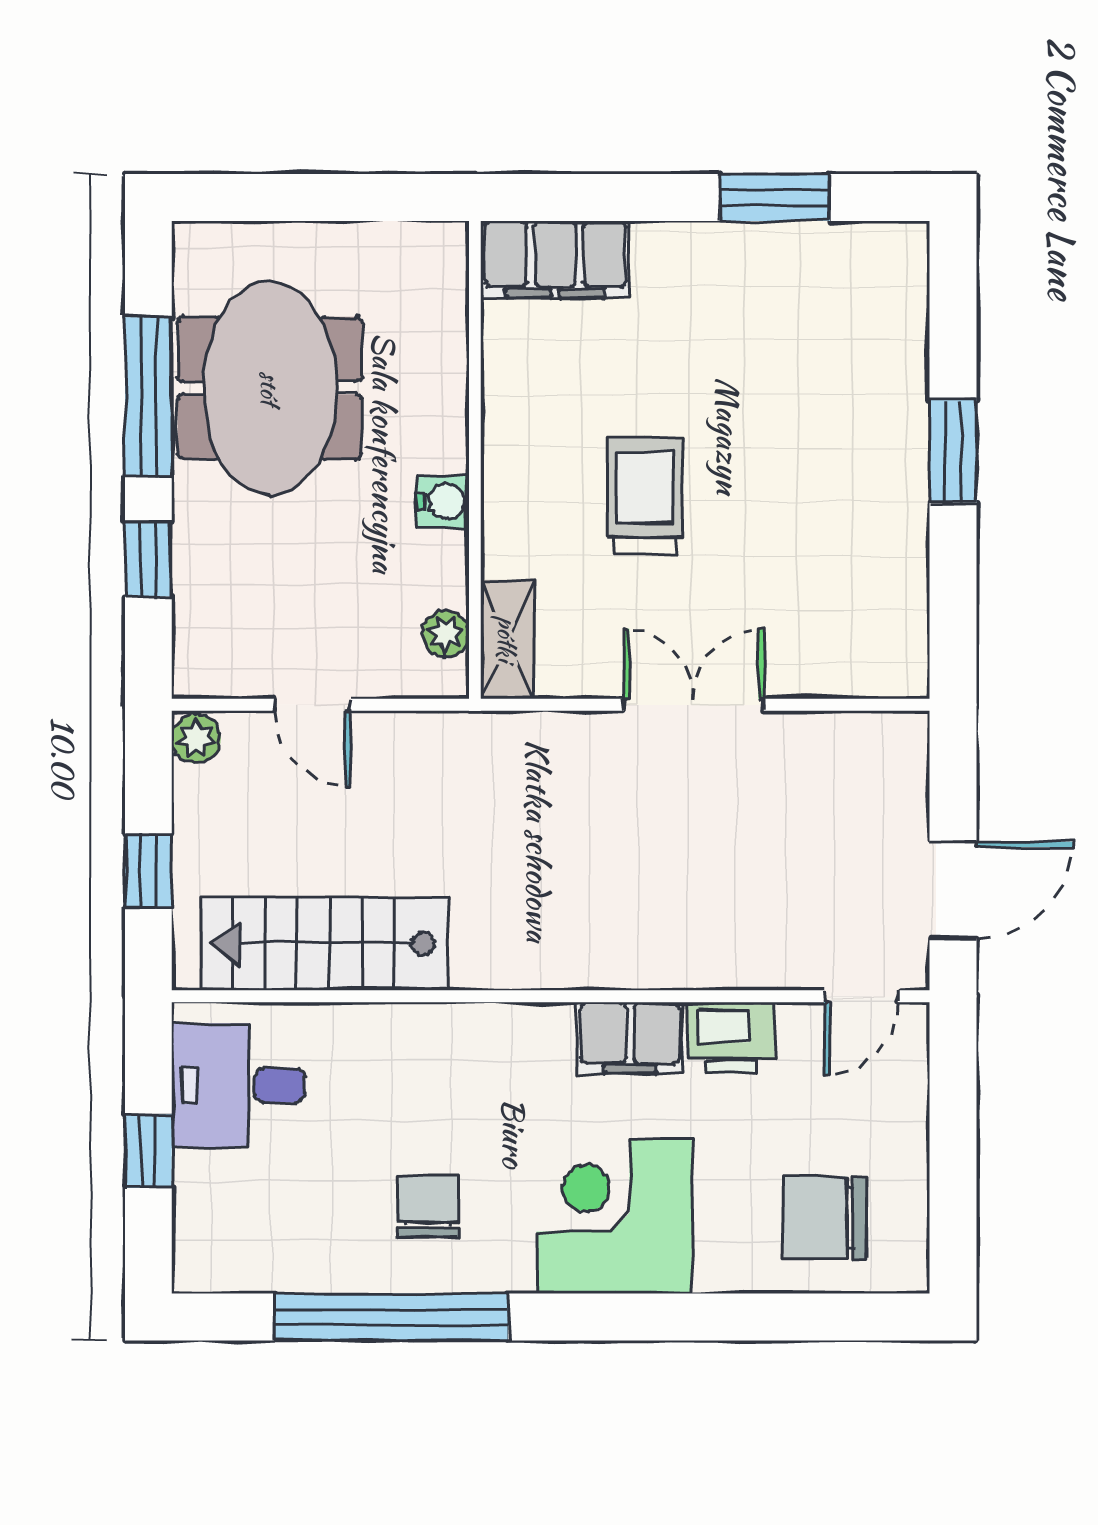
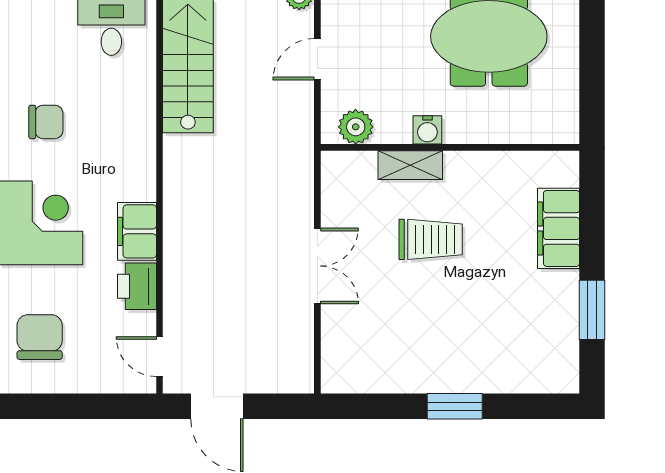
filing cabinet: (555, 259) -> (559, 228), moved
plant: (446, 634) -> (356, 127), width x1.38, depth x1.38
shelving: (507, 639) -> (410, 165), moved

